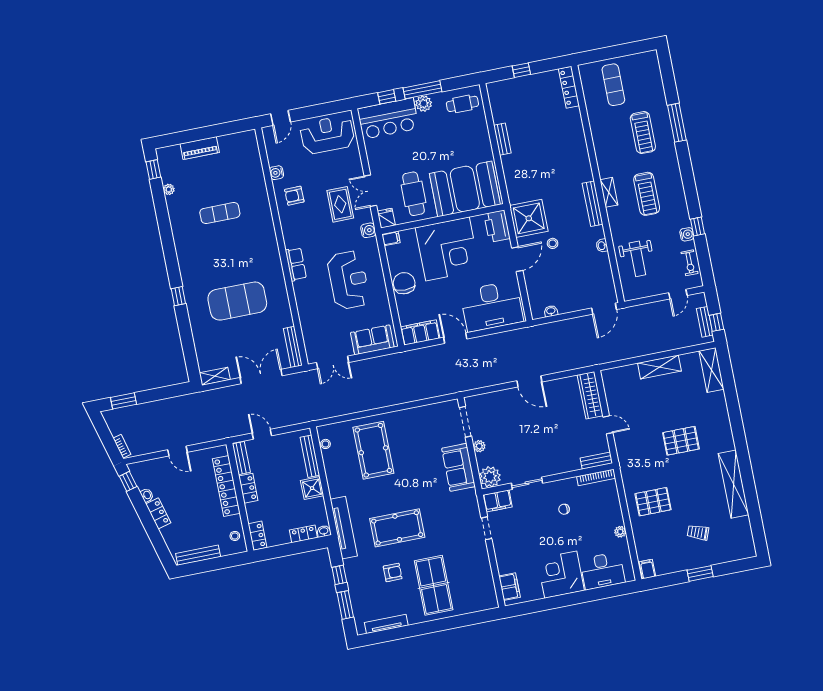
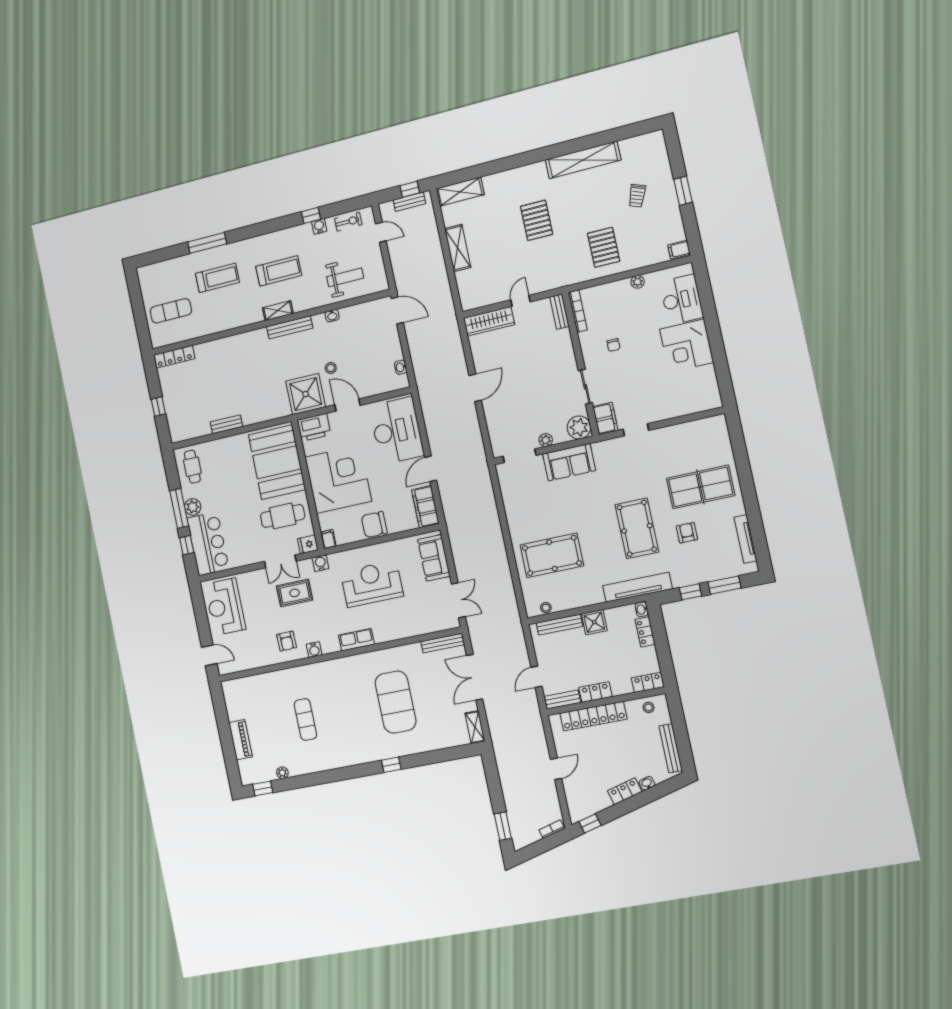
water cooler: (276, 173) -> (314, 650), moved
washbasin: (147, 495) -> (647, 783), moved
filing cabinet: (510, 587) -> (701, 402), removed

